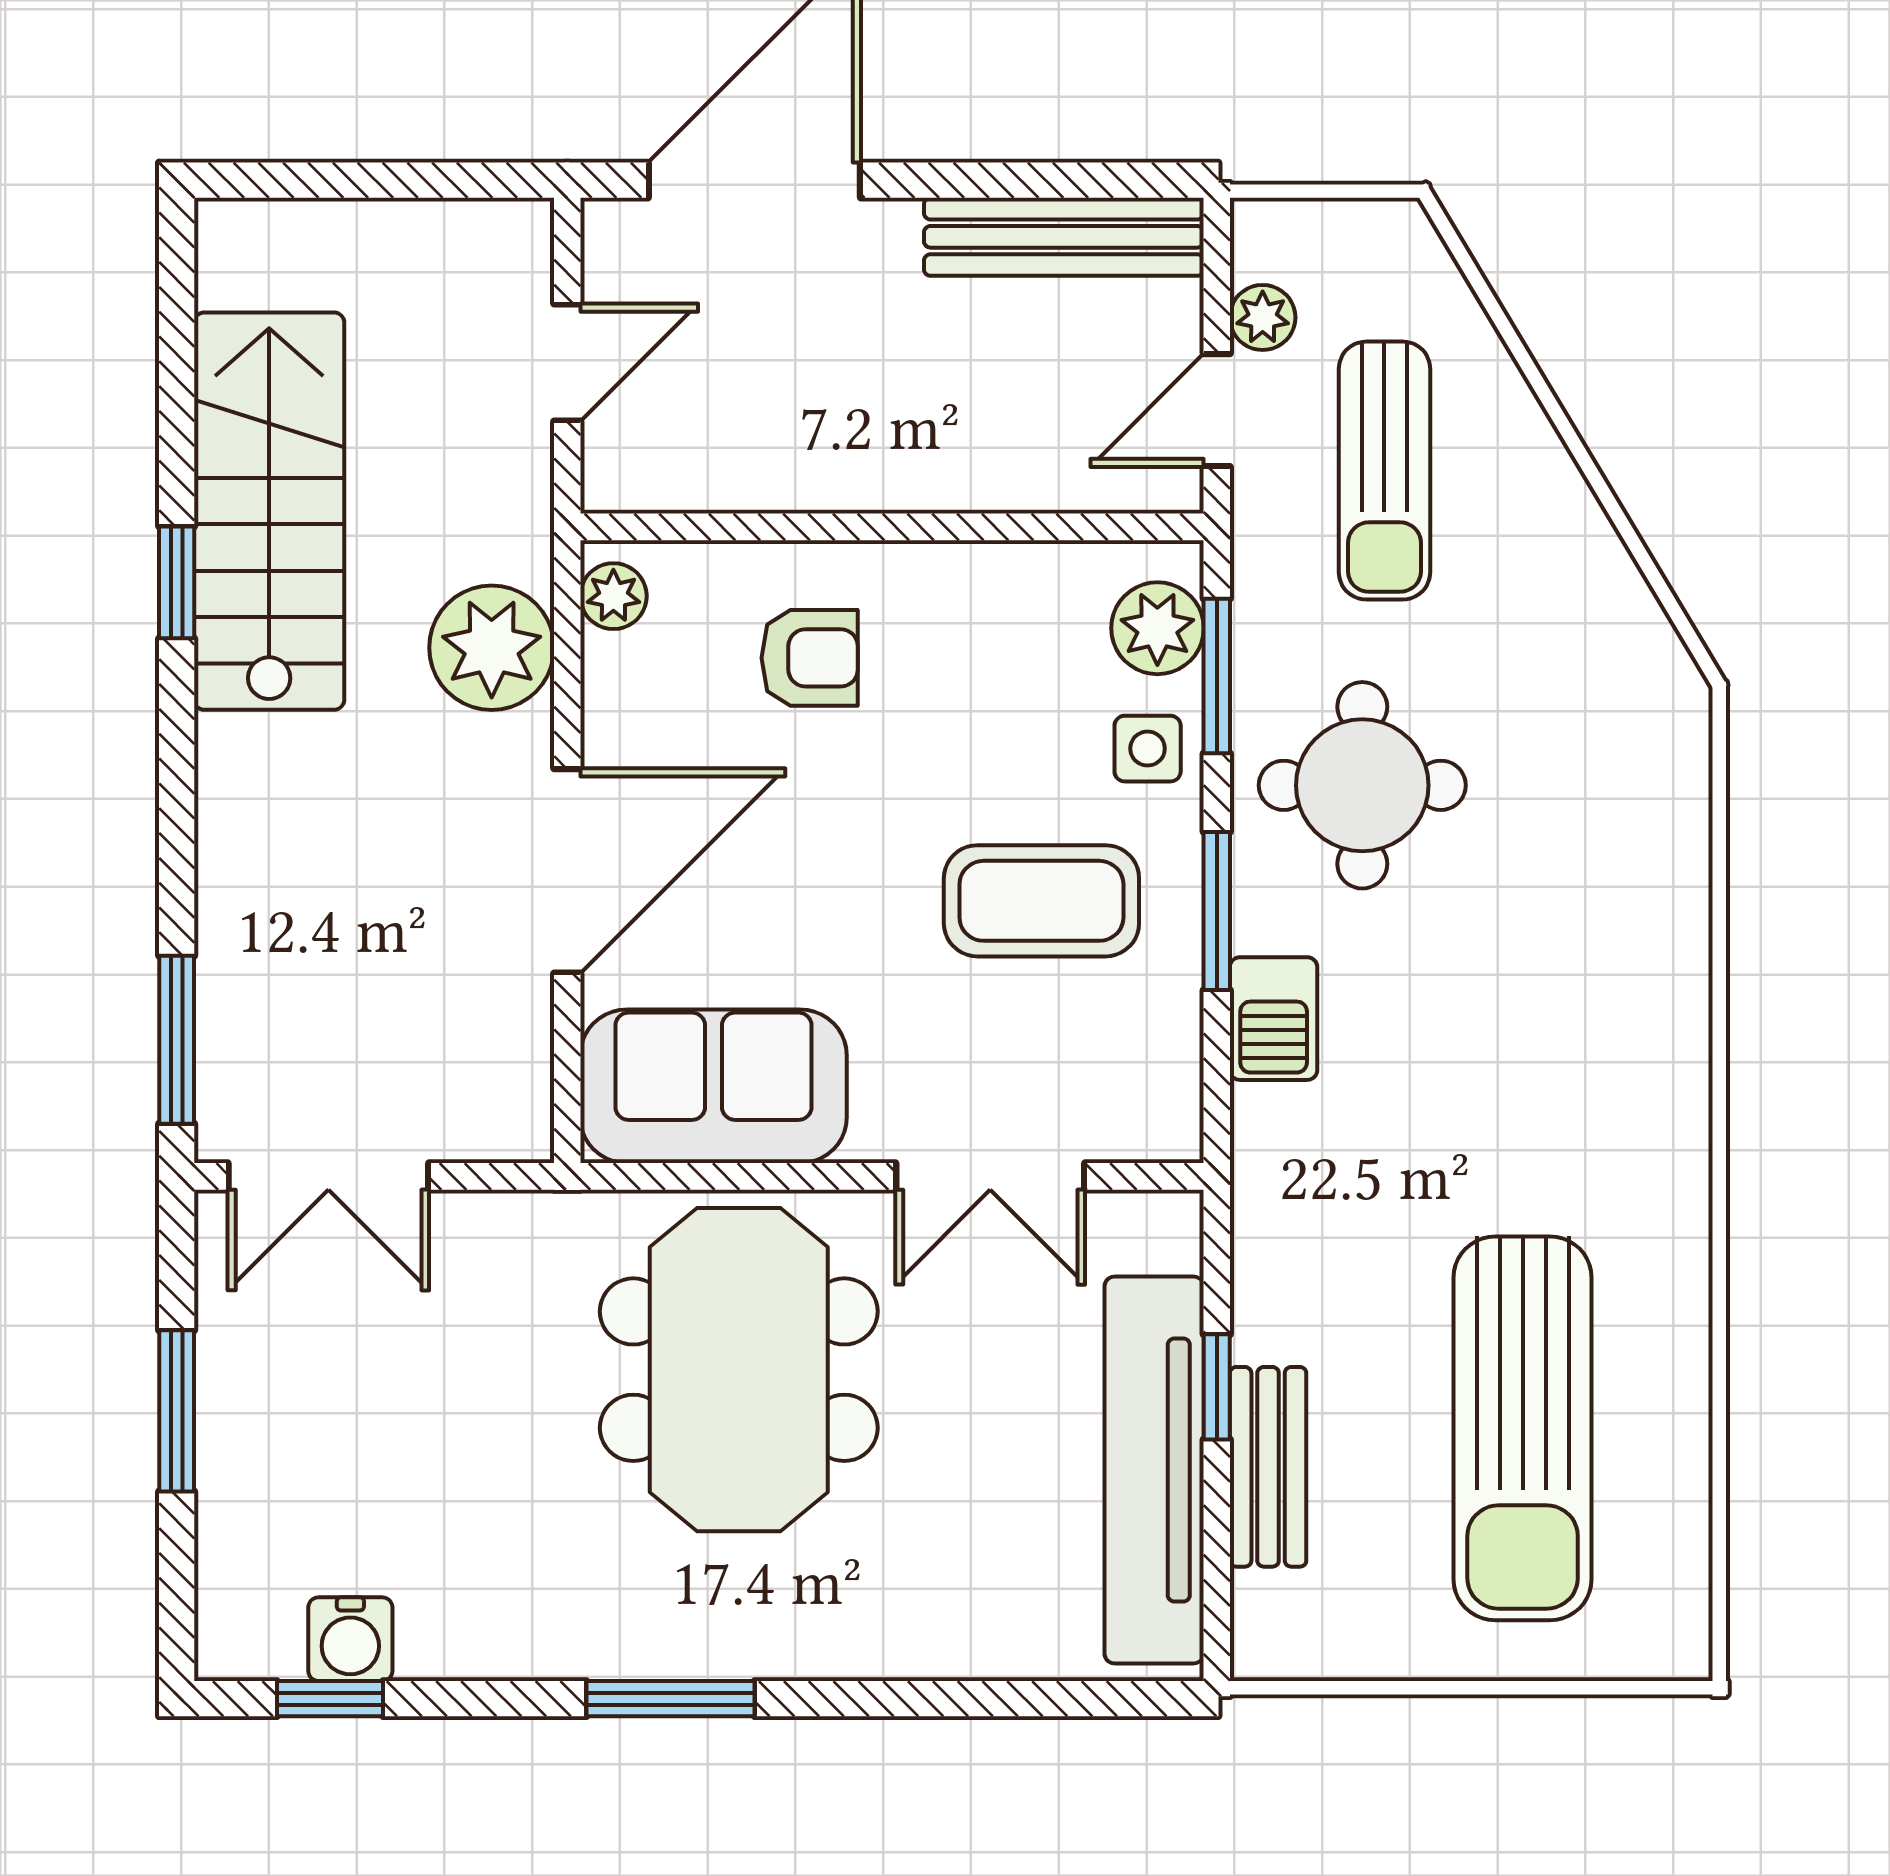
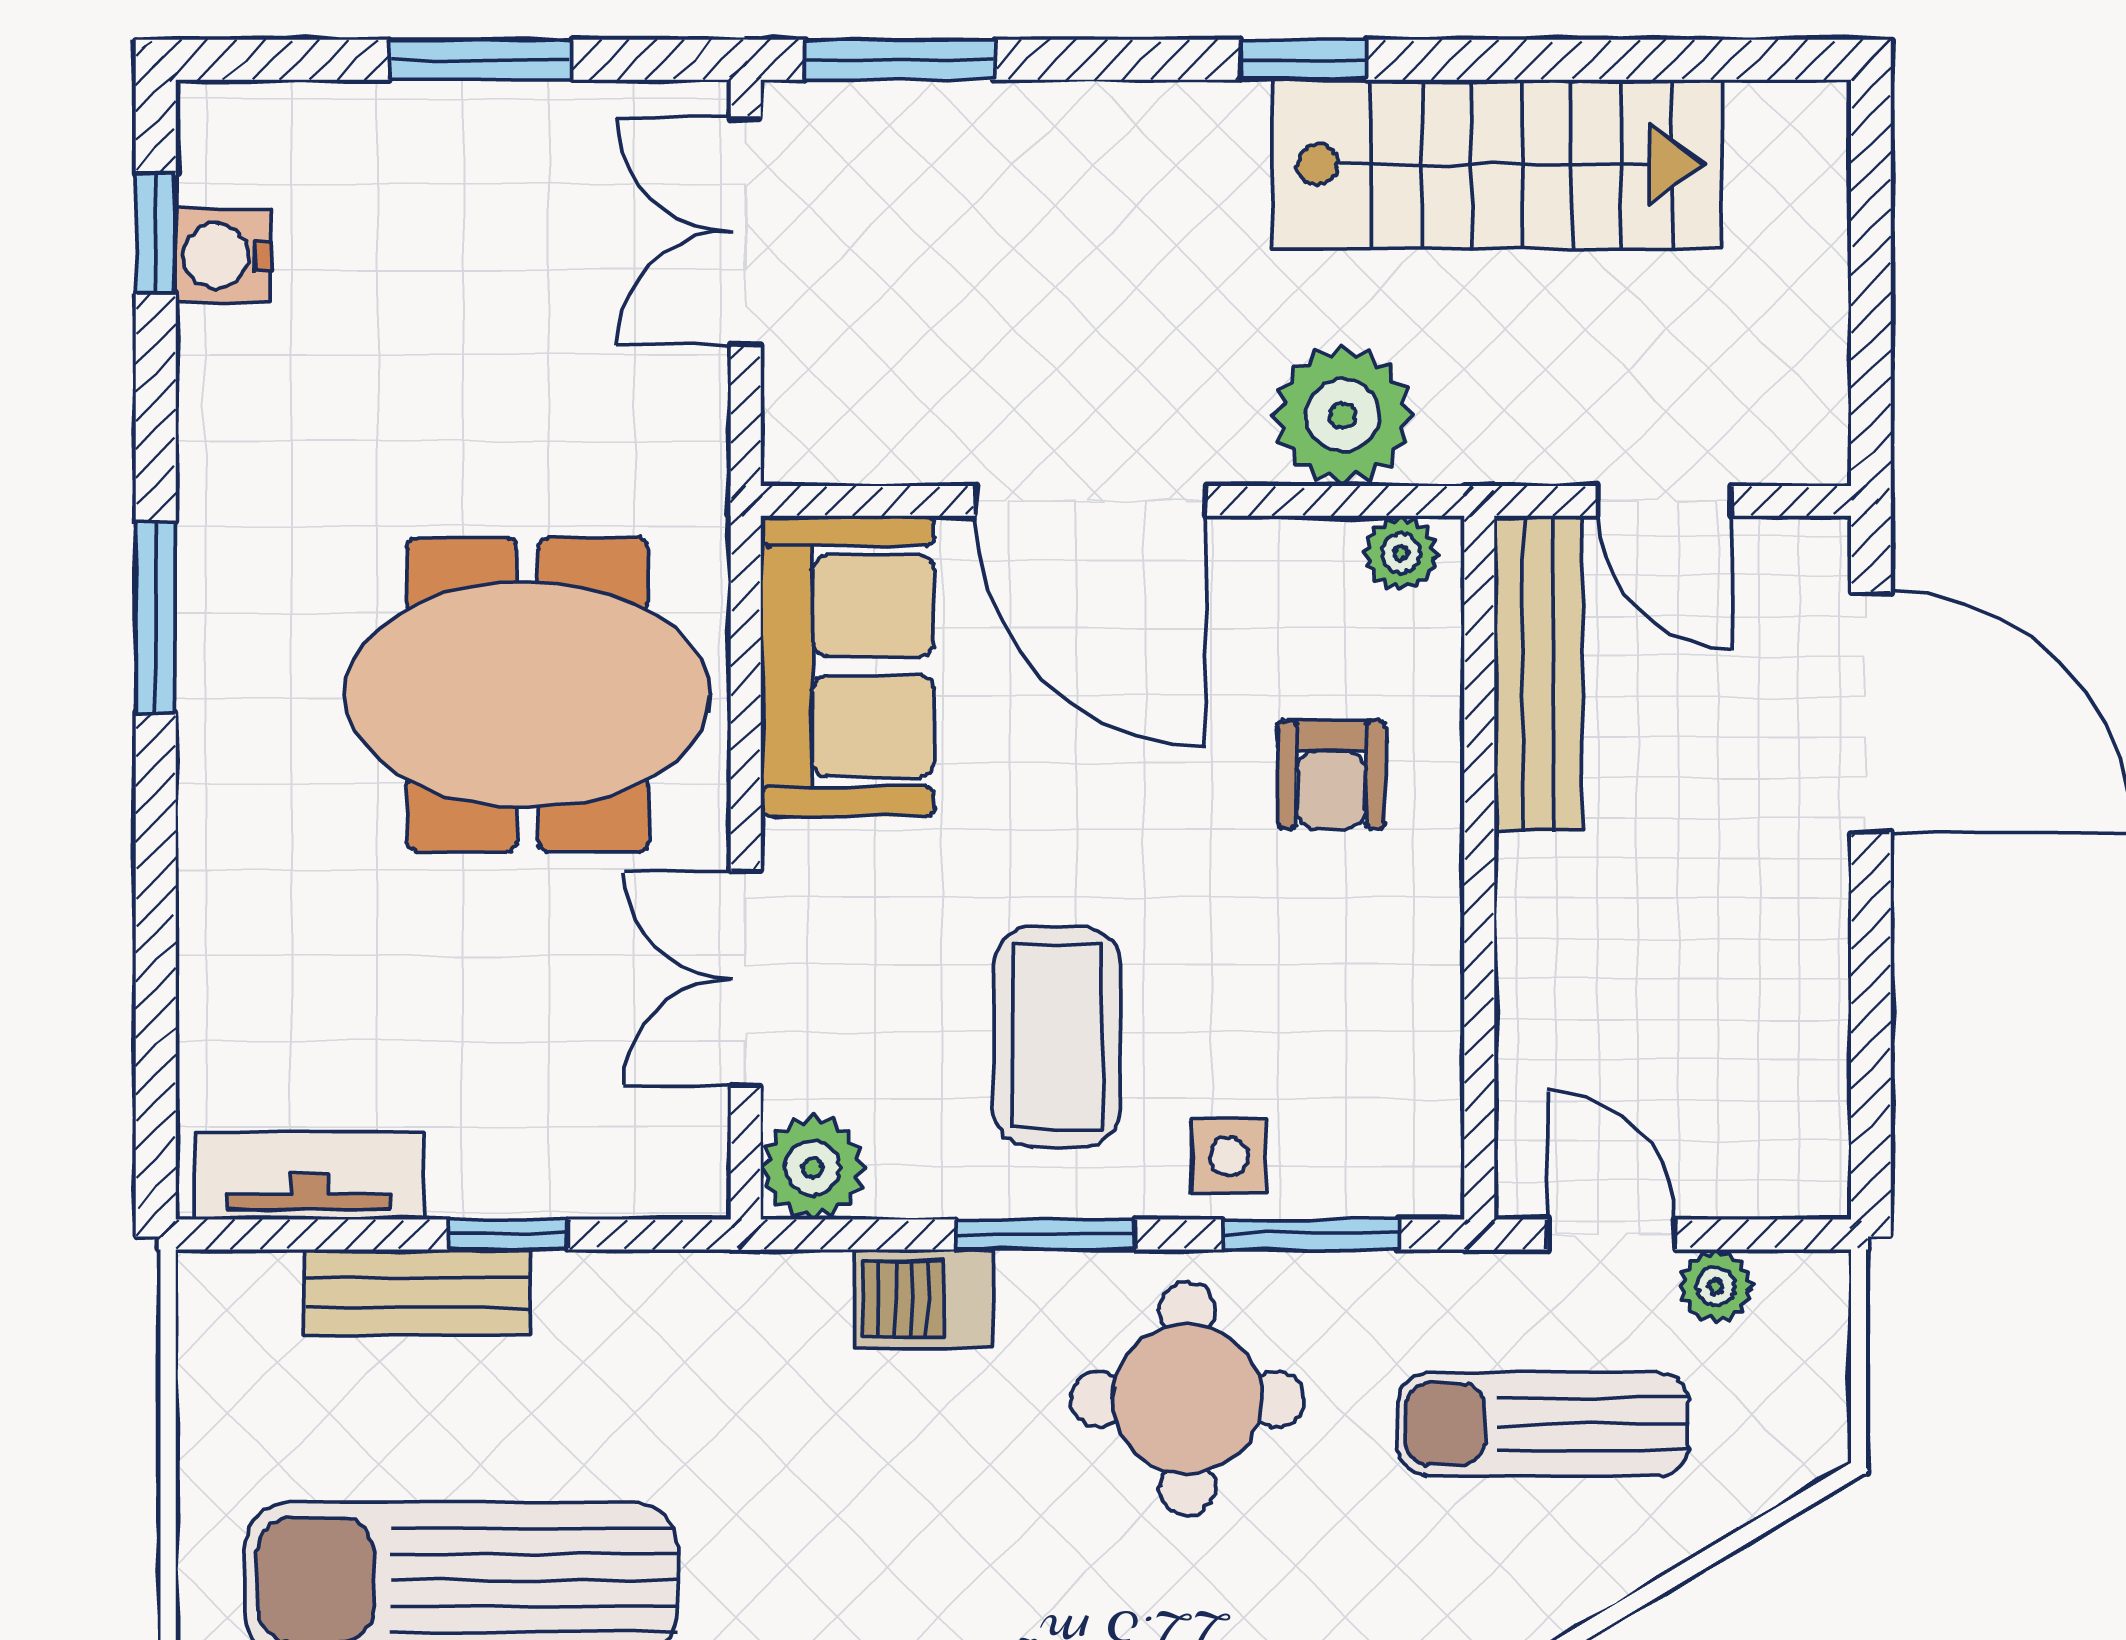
bench: (1064, 237) -> (1538, 674), moved
window: (177, 582) -> (1304, 60), moved
plant: (1157, 628) -> (813, 1168), moved
tv unit: (1154, 1470) -> (309, 1176), width x0.52, depth x0.78

